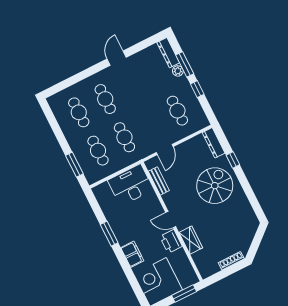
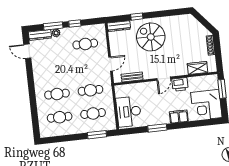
door: (117, 58) -> (27, 51), moved
door: (165, 150) -> (110, 64), hinge flipped
desk: (131, 185) -> (129, 112), moved
wardrobe: (191, 240) -> (197, 68), moved

